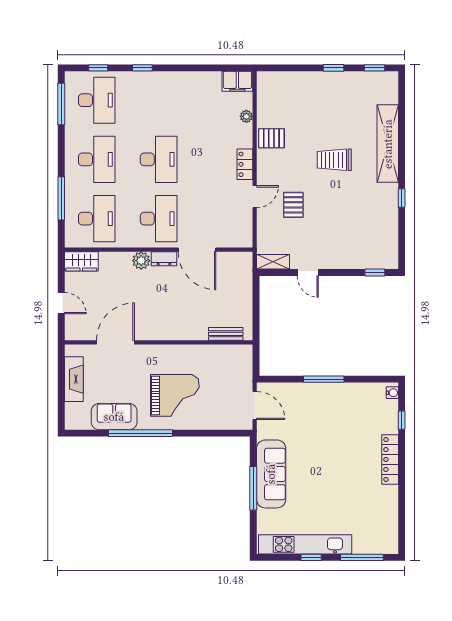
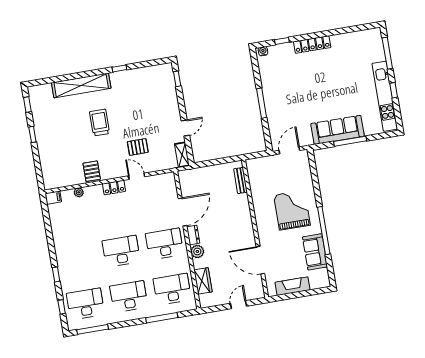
filing cabinet: (237, 81) -> (53, 198), width x0.50
trolley: (334, 160) -> (100, 123), turned 180
wardrobe: (81, 261) -> (203, 281), moved

